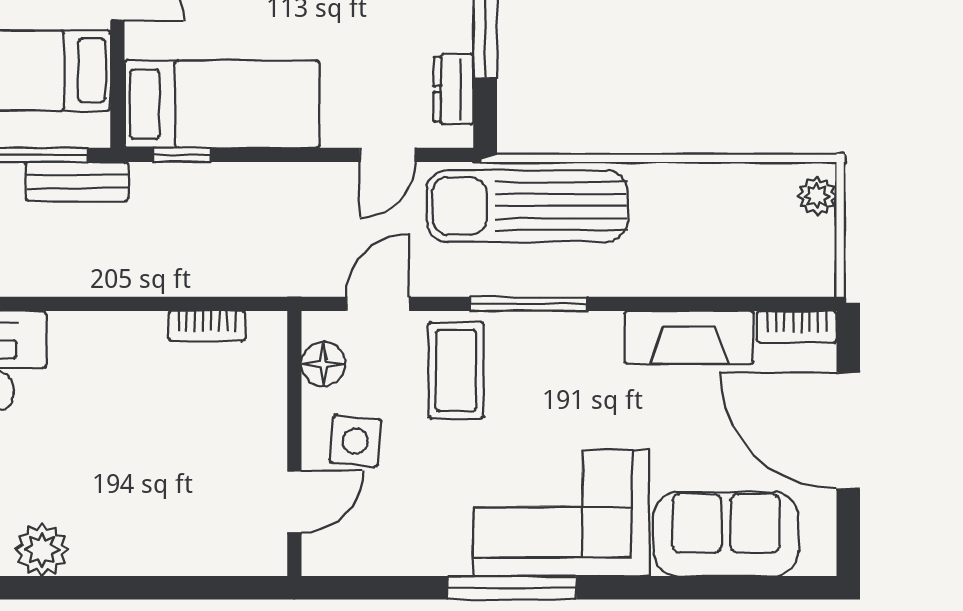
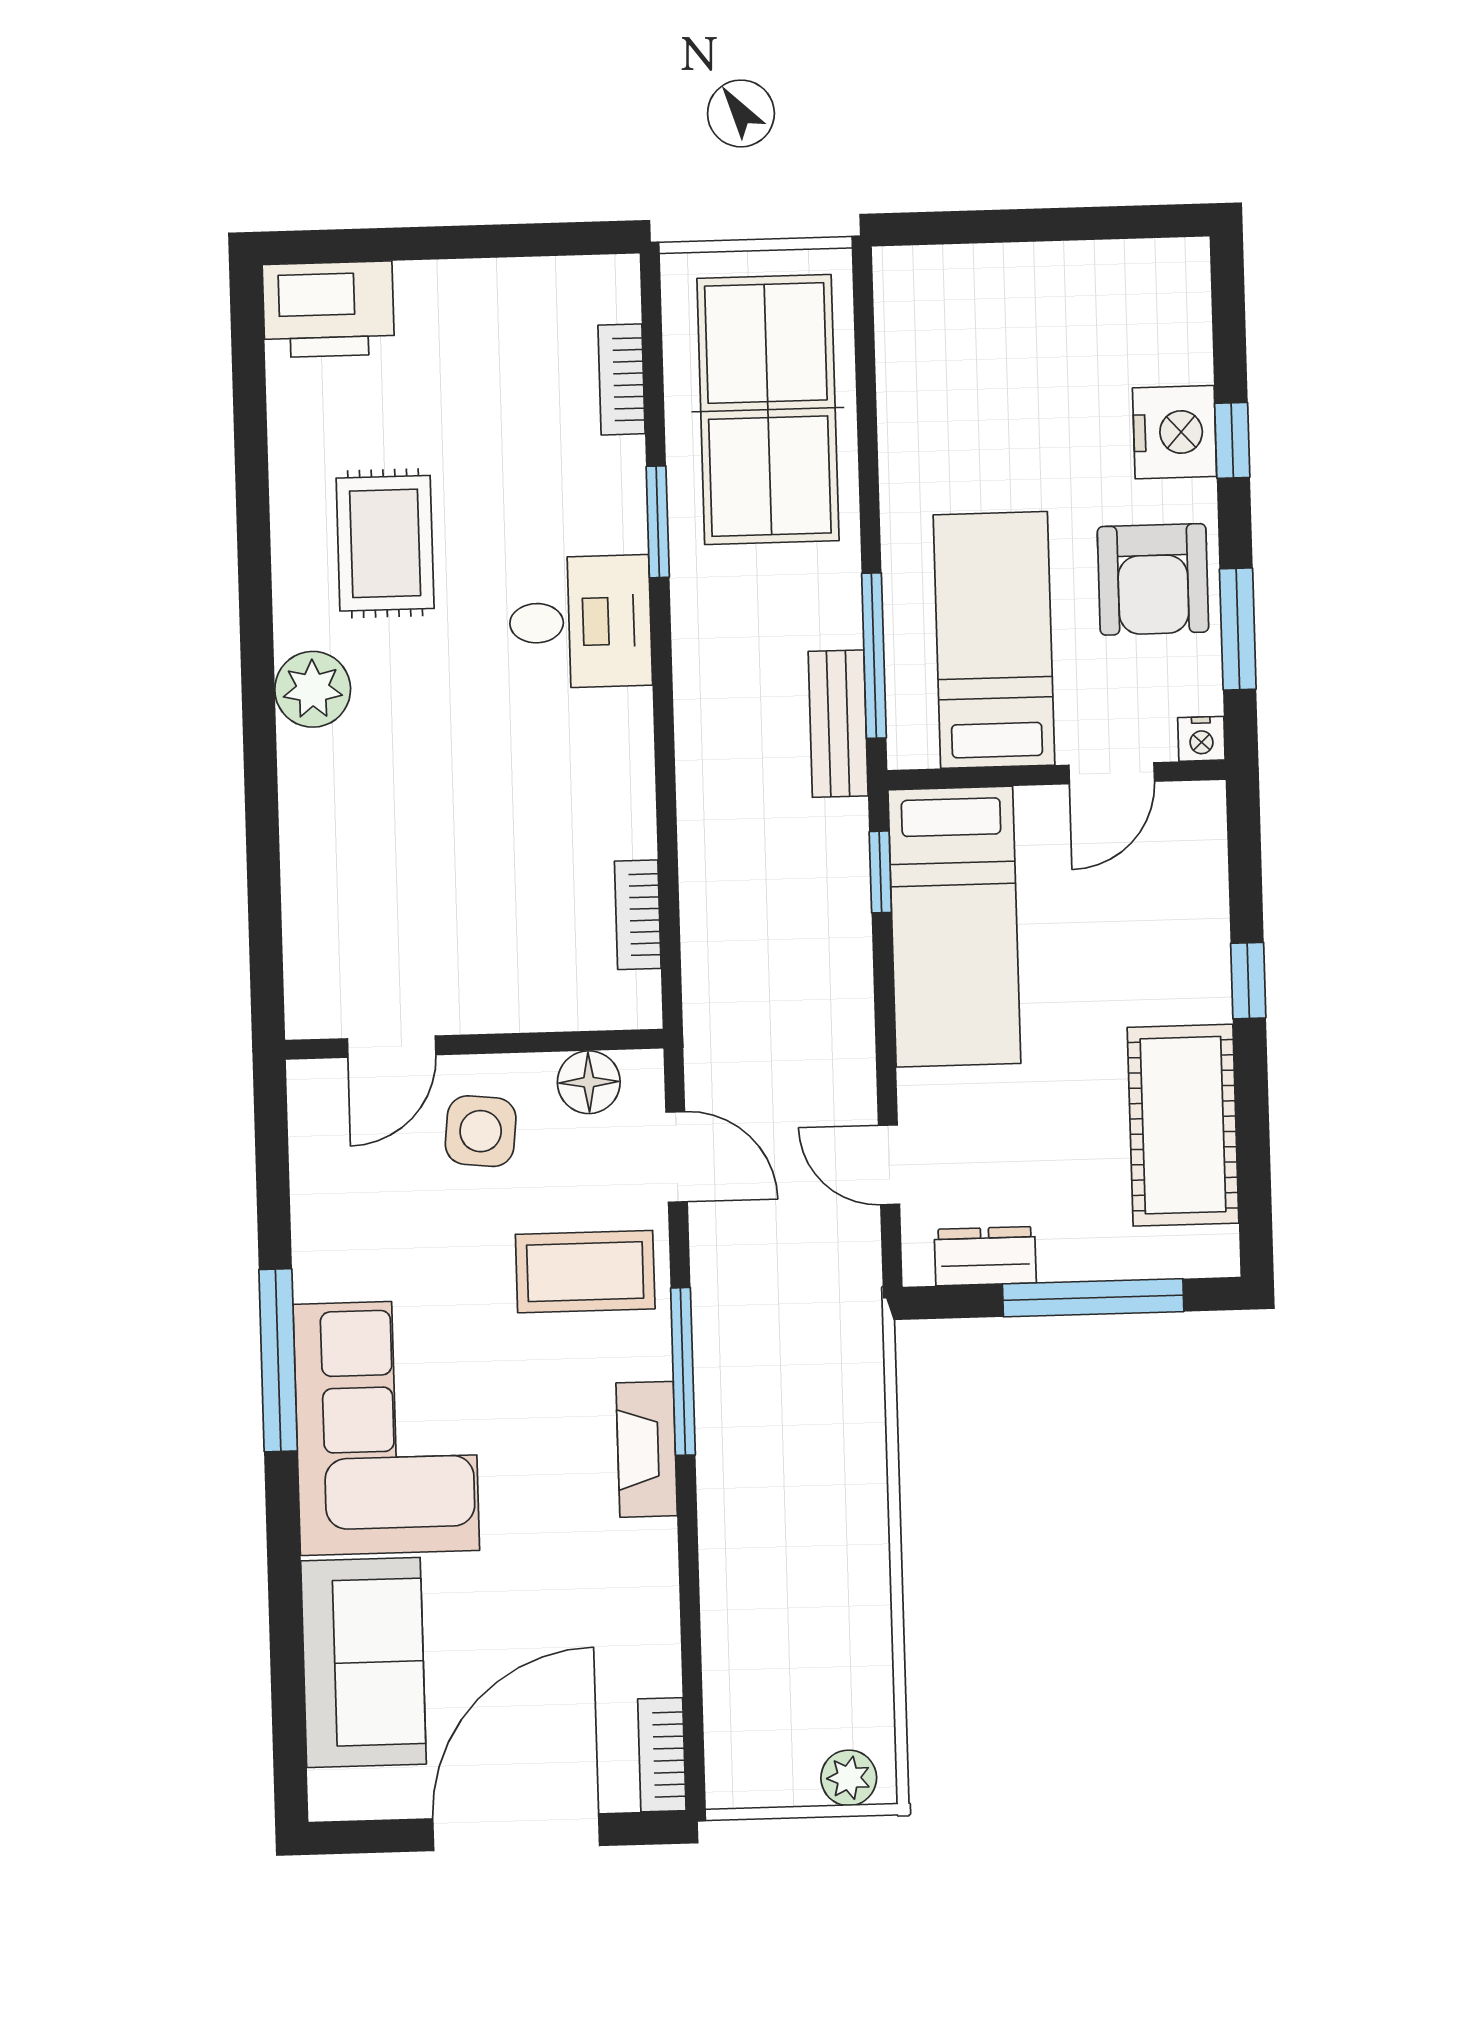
sun lounger: (527, 206) -> (822, 1365), removed
fireplace: (689, 337) -> (647, 1449), moved, width x0.73, depth x0.76
door: (294, 502) -> (392, 1047), hinge flipped

